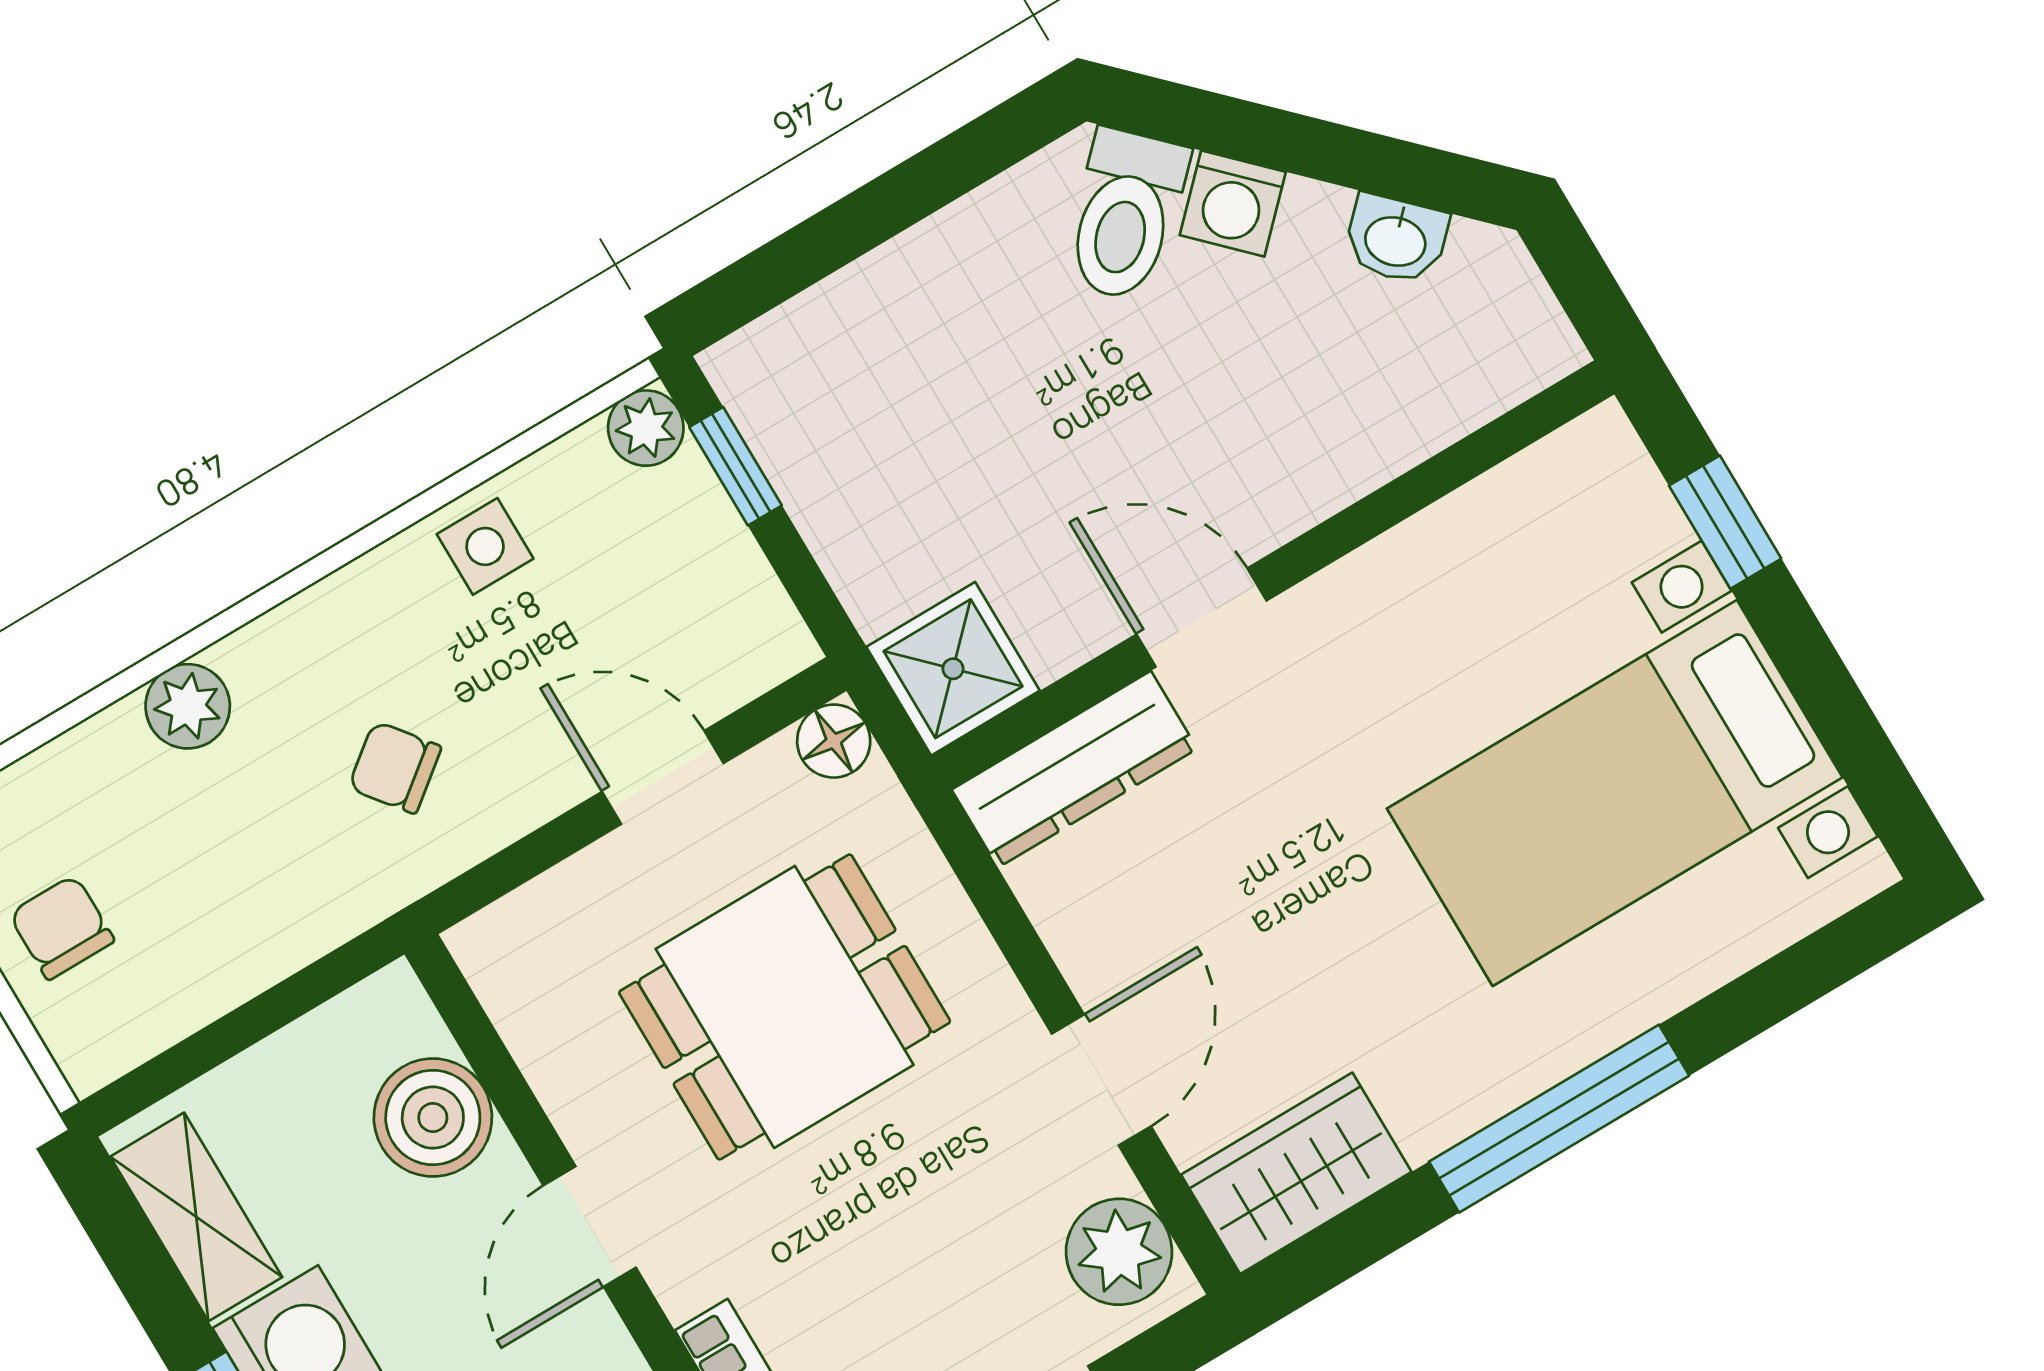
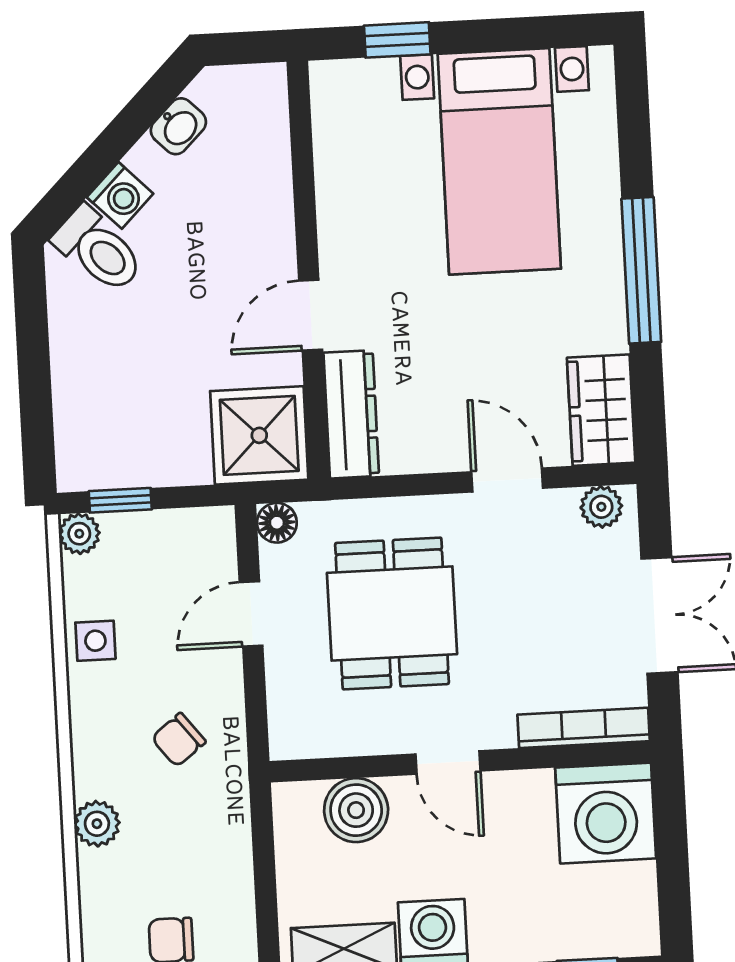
shower: (953, 669) -> (259, 435), width x1.36, depth x1.36
plant: (1119, 1252) -> (601, 507), width x0.73, depth x0.73

